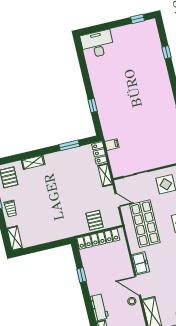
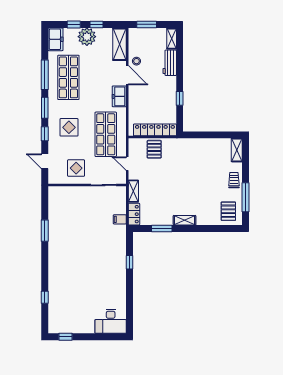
shelving: (33, 162) -> (185, 220), moved

